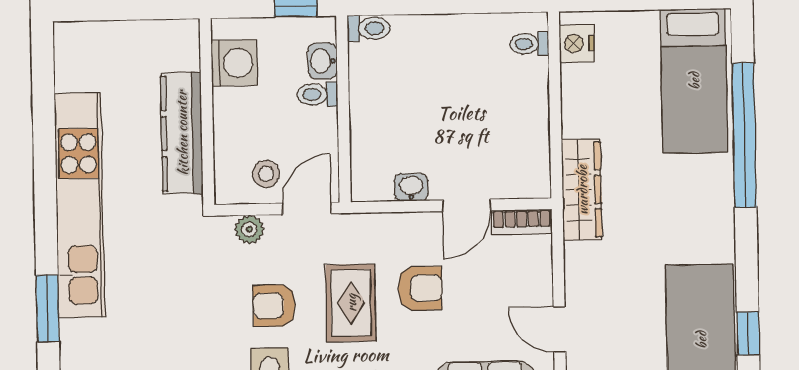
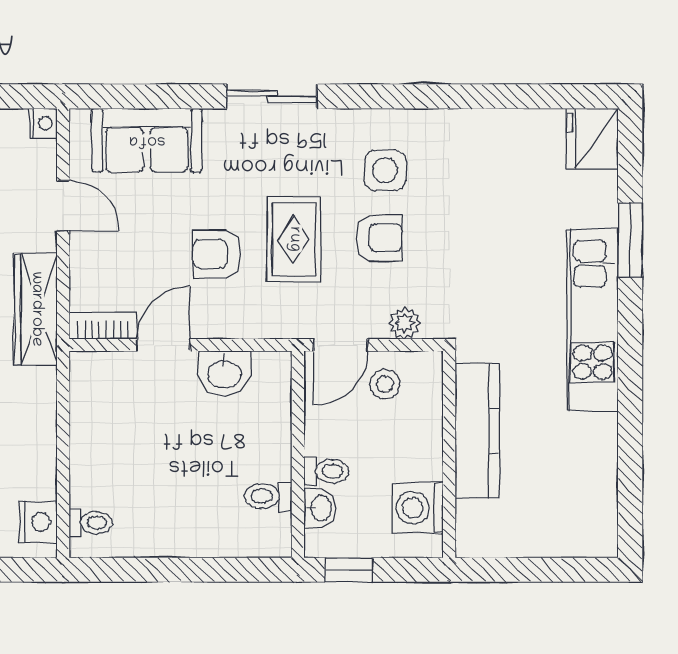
toilet: (369, 28) -> (268, 496), moved
washbasin: (411, 187) -> (224, 373), width x1.38, depth x1.45
wardrobe: (582, 190) -> (36, 309), moved
kitchen unit: (79, 205) -> (592, 320), width x0.73

